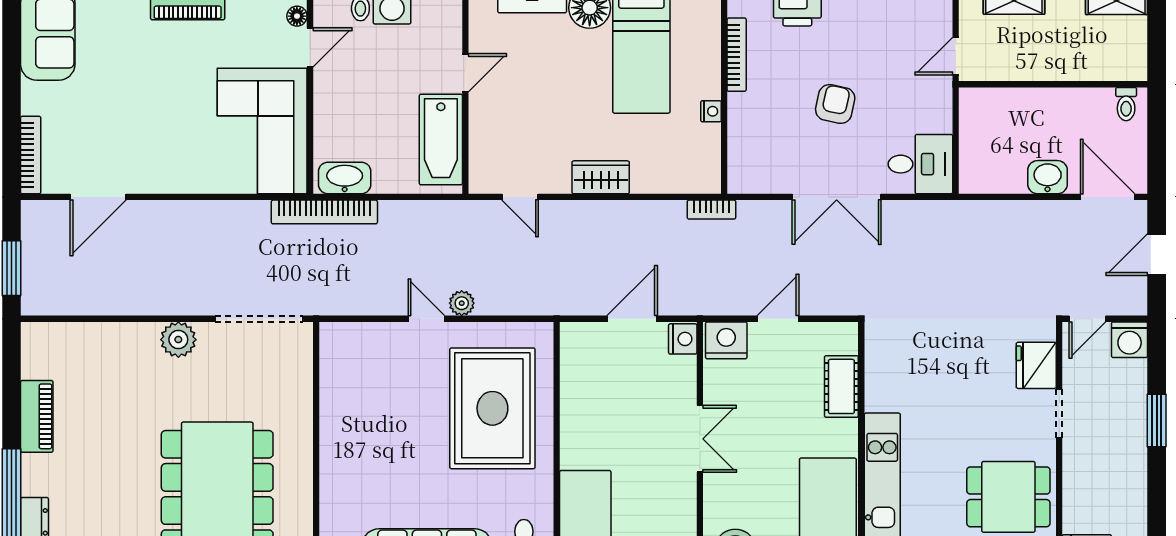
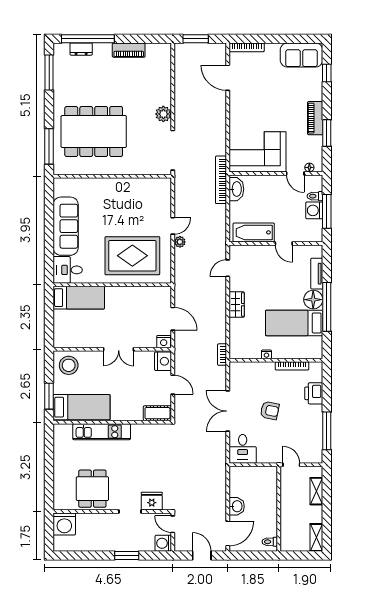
cot: (841, 386) -> (157, 413), moved

